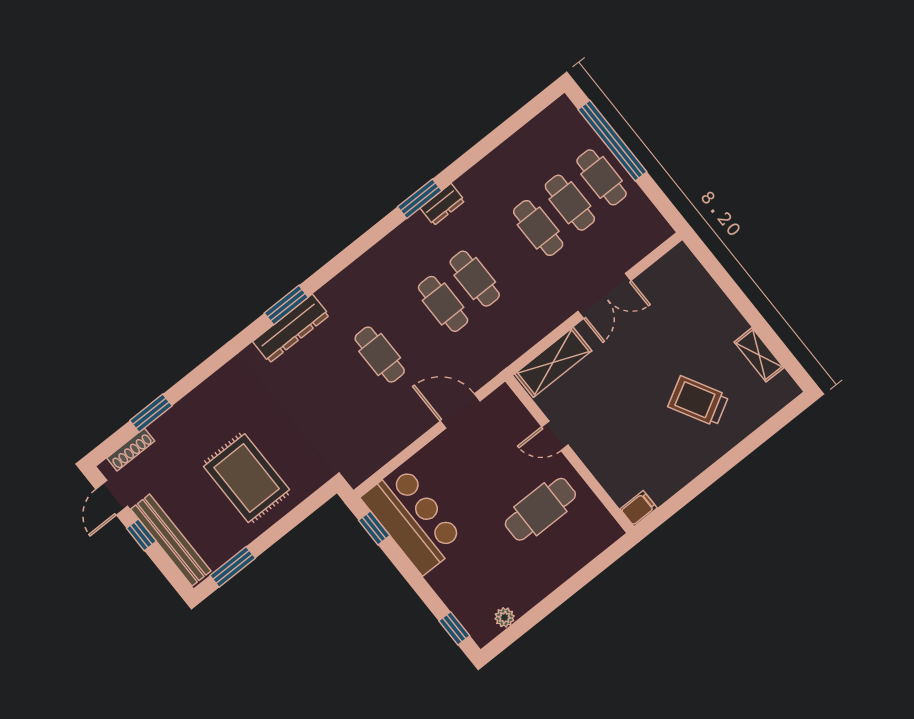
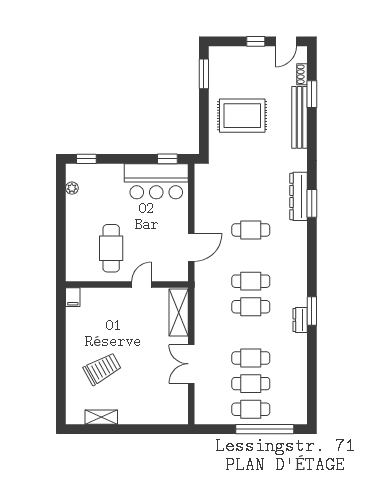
shoe rack: (131, 450) -> (302, 74), width x0.70
door: (112, 498) -> (286, 41), swing flipped
bench: (171, 540) -> (299, 117), moved, turned 90

